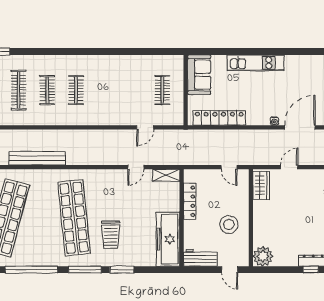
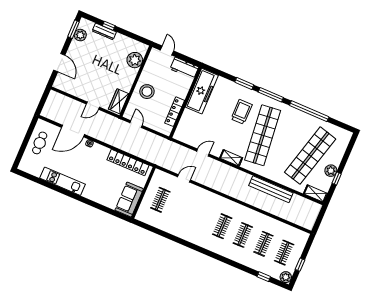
kitchen unit: (256, 63) -> (62, 181), moved
clothes rail: (18, 90) -> (263, 244), width x0.73
shelving: (166, 175) -> (231, 158), moved
stool: (229, 224) -> (147, 92), moved
plant: (263, 256) -> (135, 60), moved

